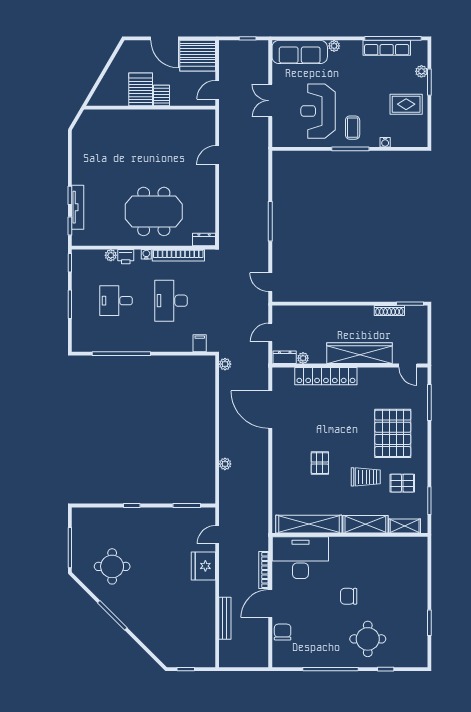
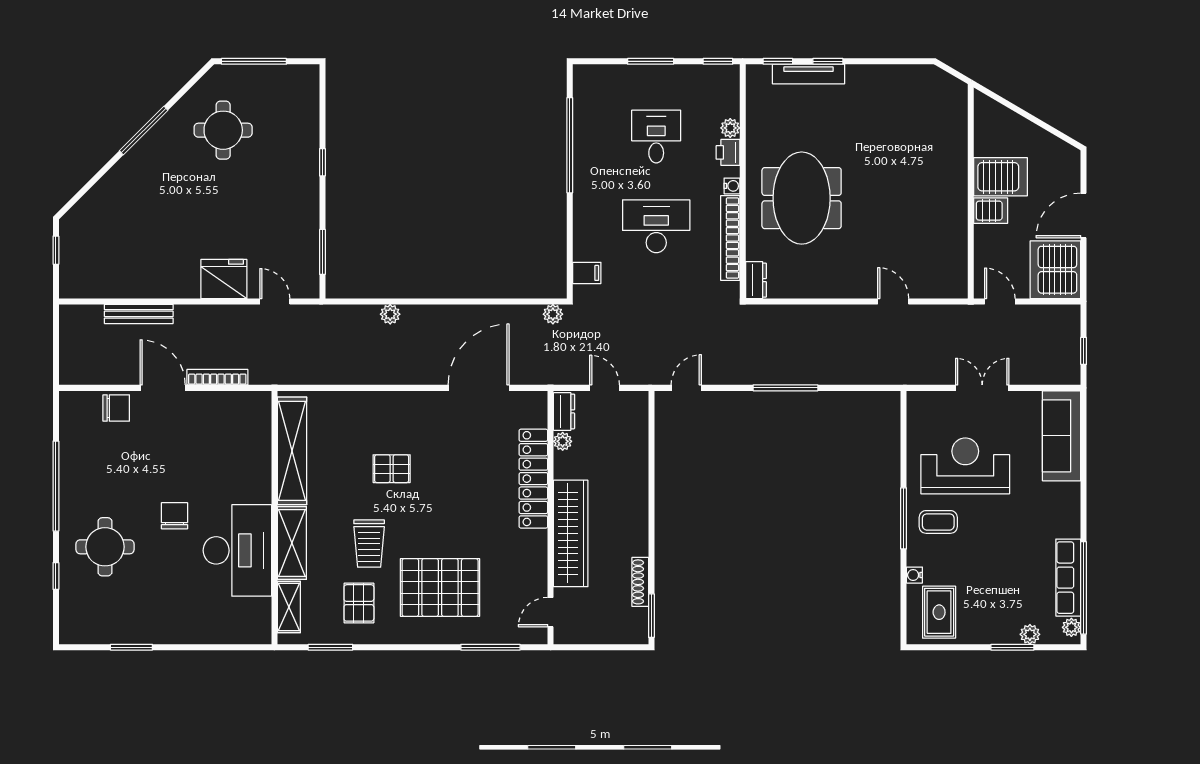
plant: (334, 46) -> (1071, 627), moved
rug: (406, 104) -> (939, 612), moved
desk: (300, 558) -> (237, 550), moved

